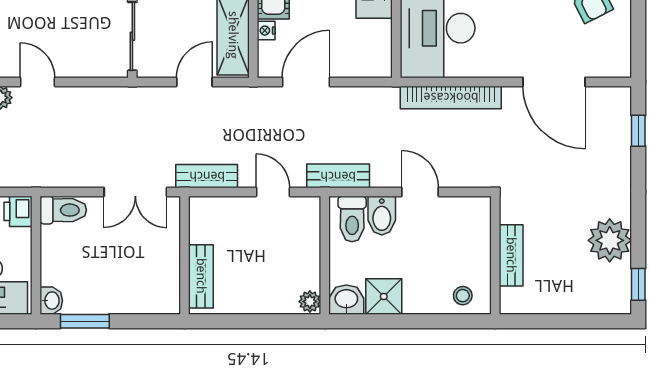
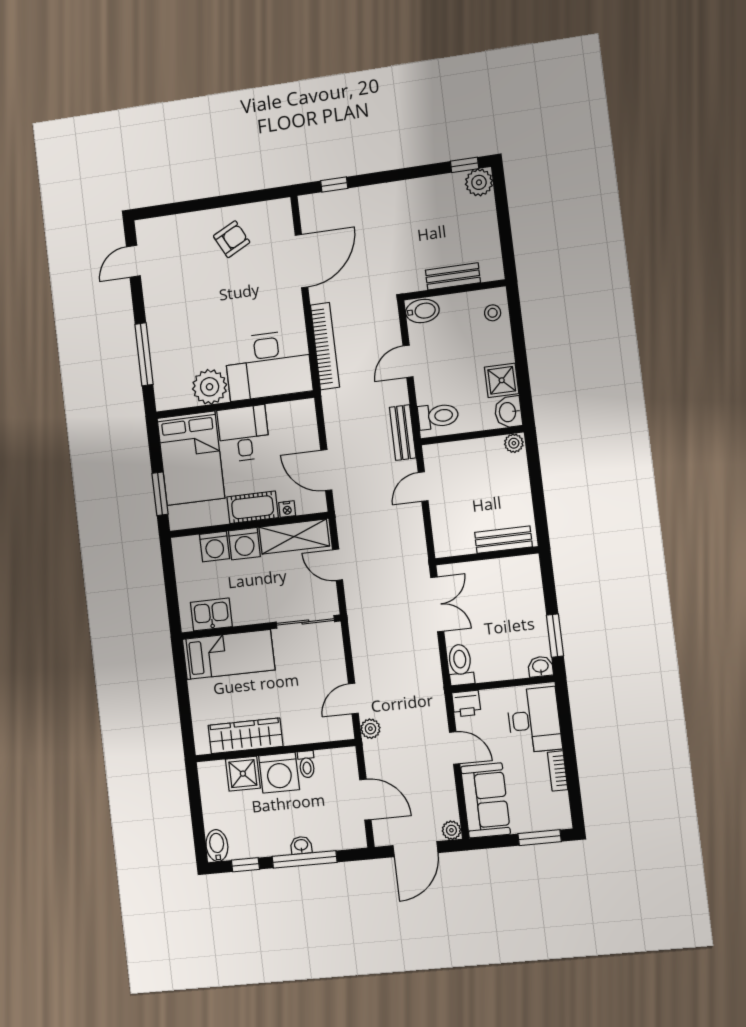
bench: (207, 176) -> (416, 545), removed
bidet: (382, 216) -> (422, 311), moved
plant: (610, 240) -> (479, 182), moved, width x0.73, depth x0.73

